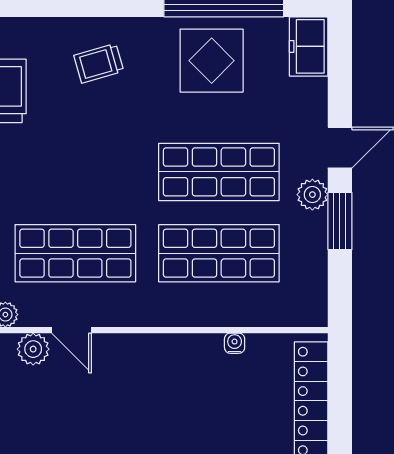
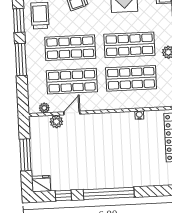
shop shelf: (75, 172) -> (70, 48), added
door: (71, 330) -> (72, 113), swing flipped

